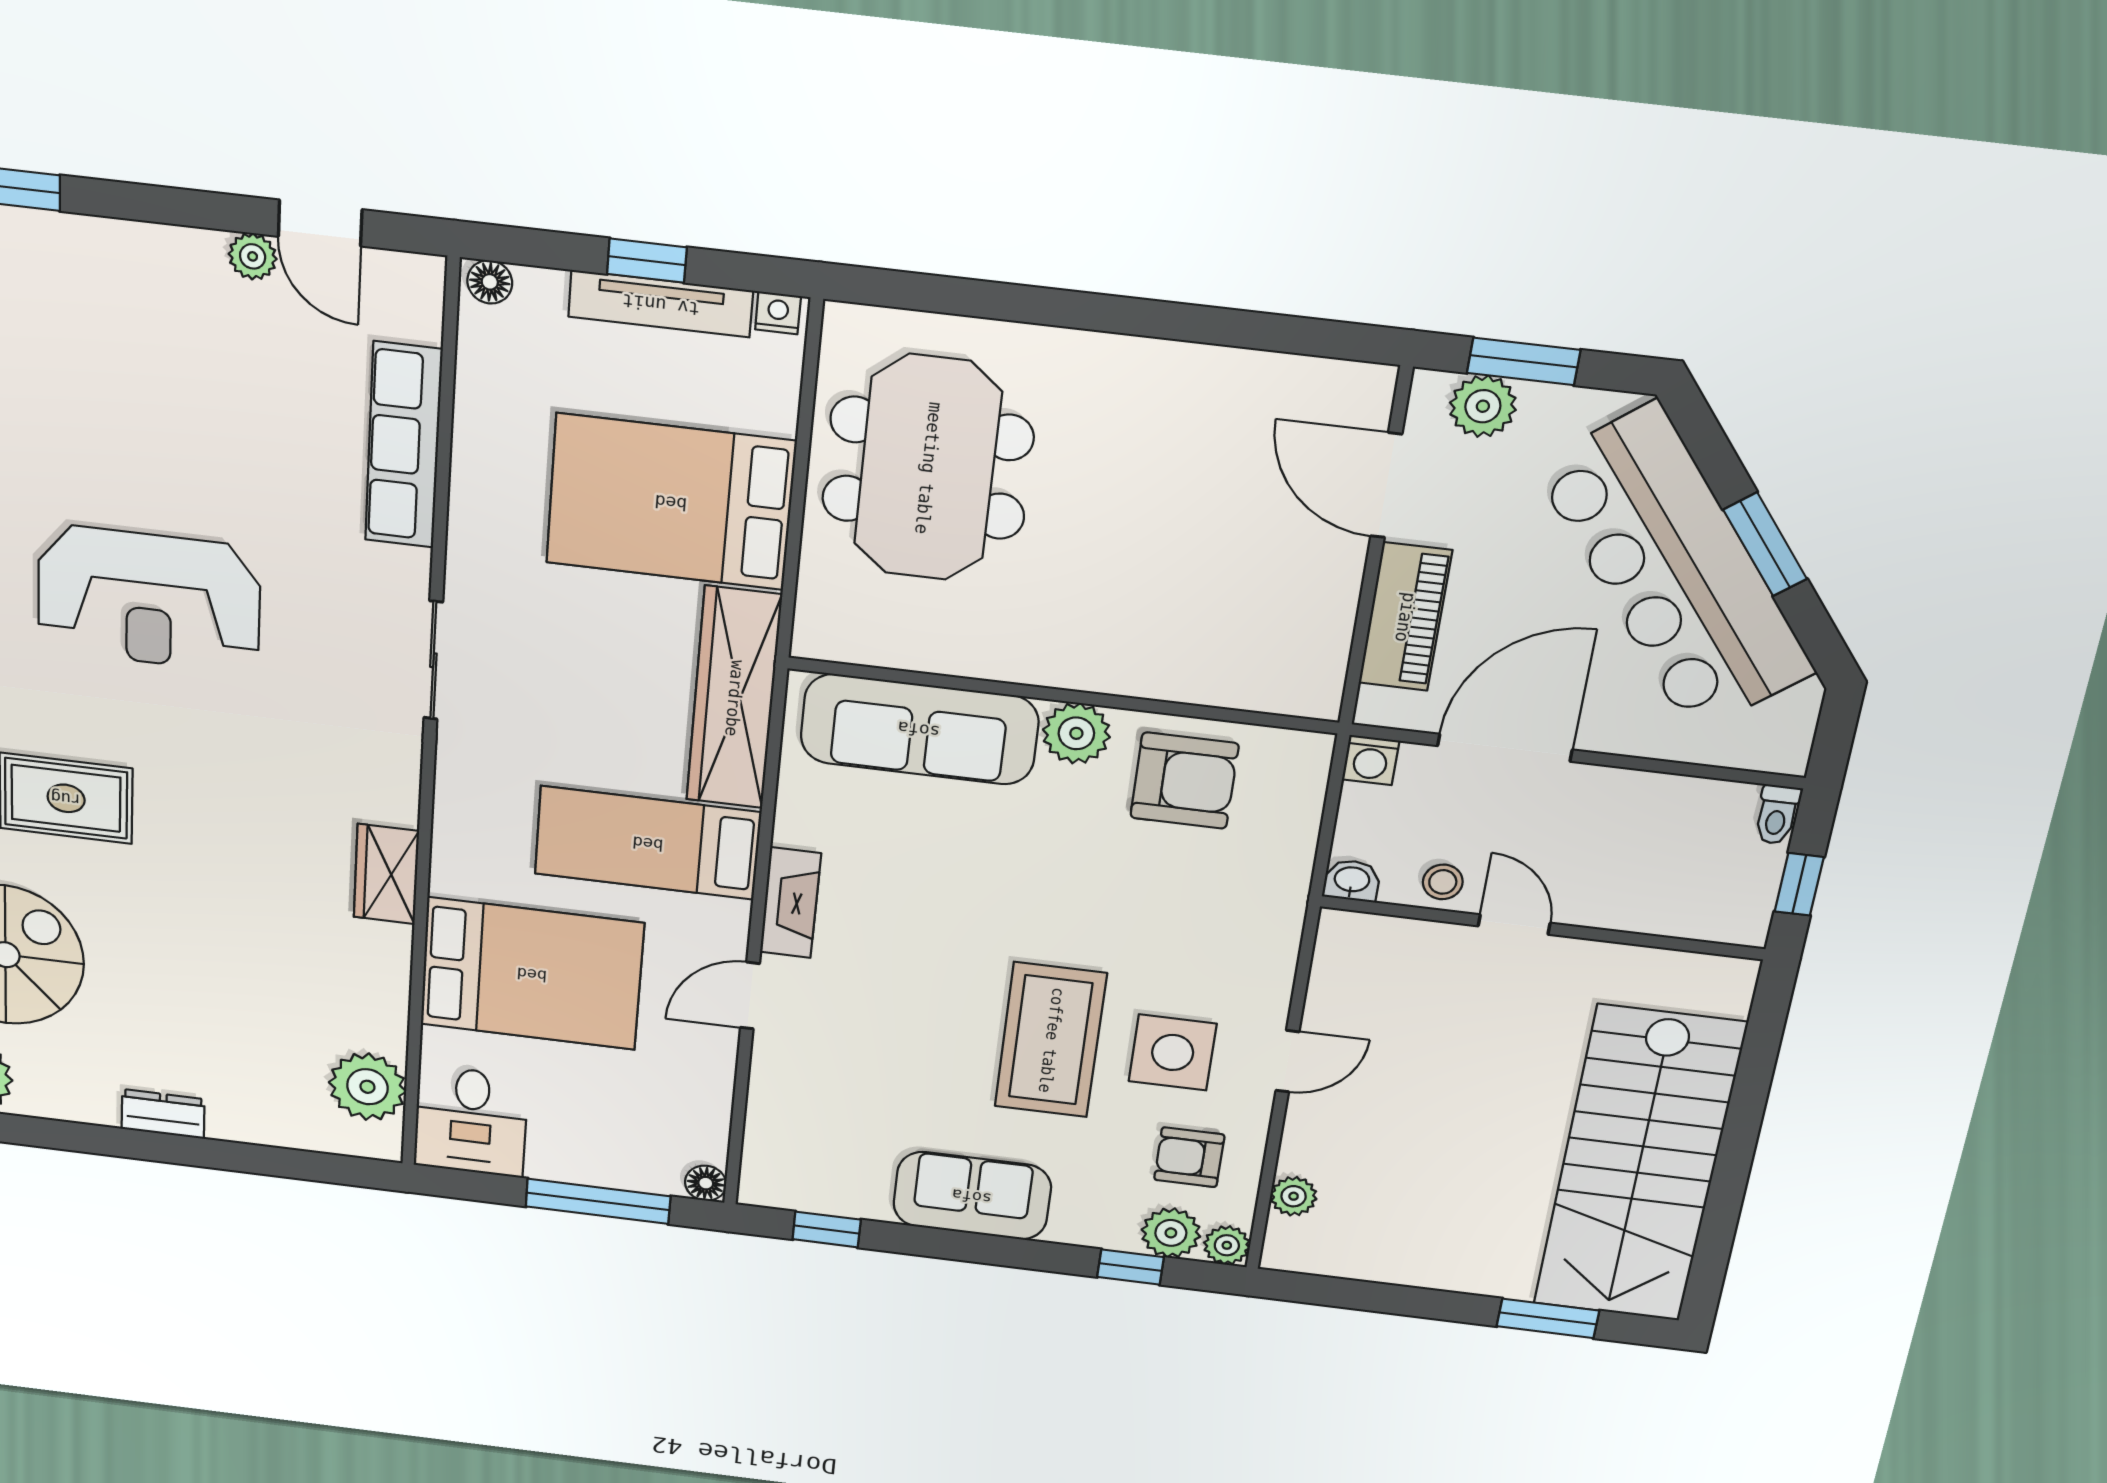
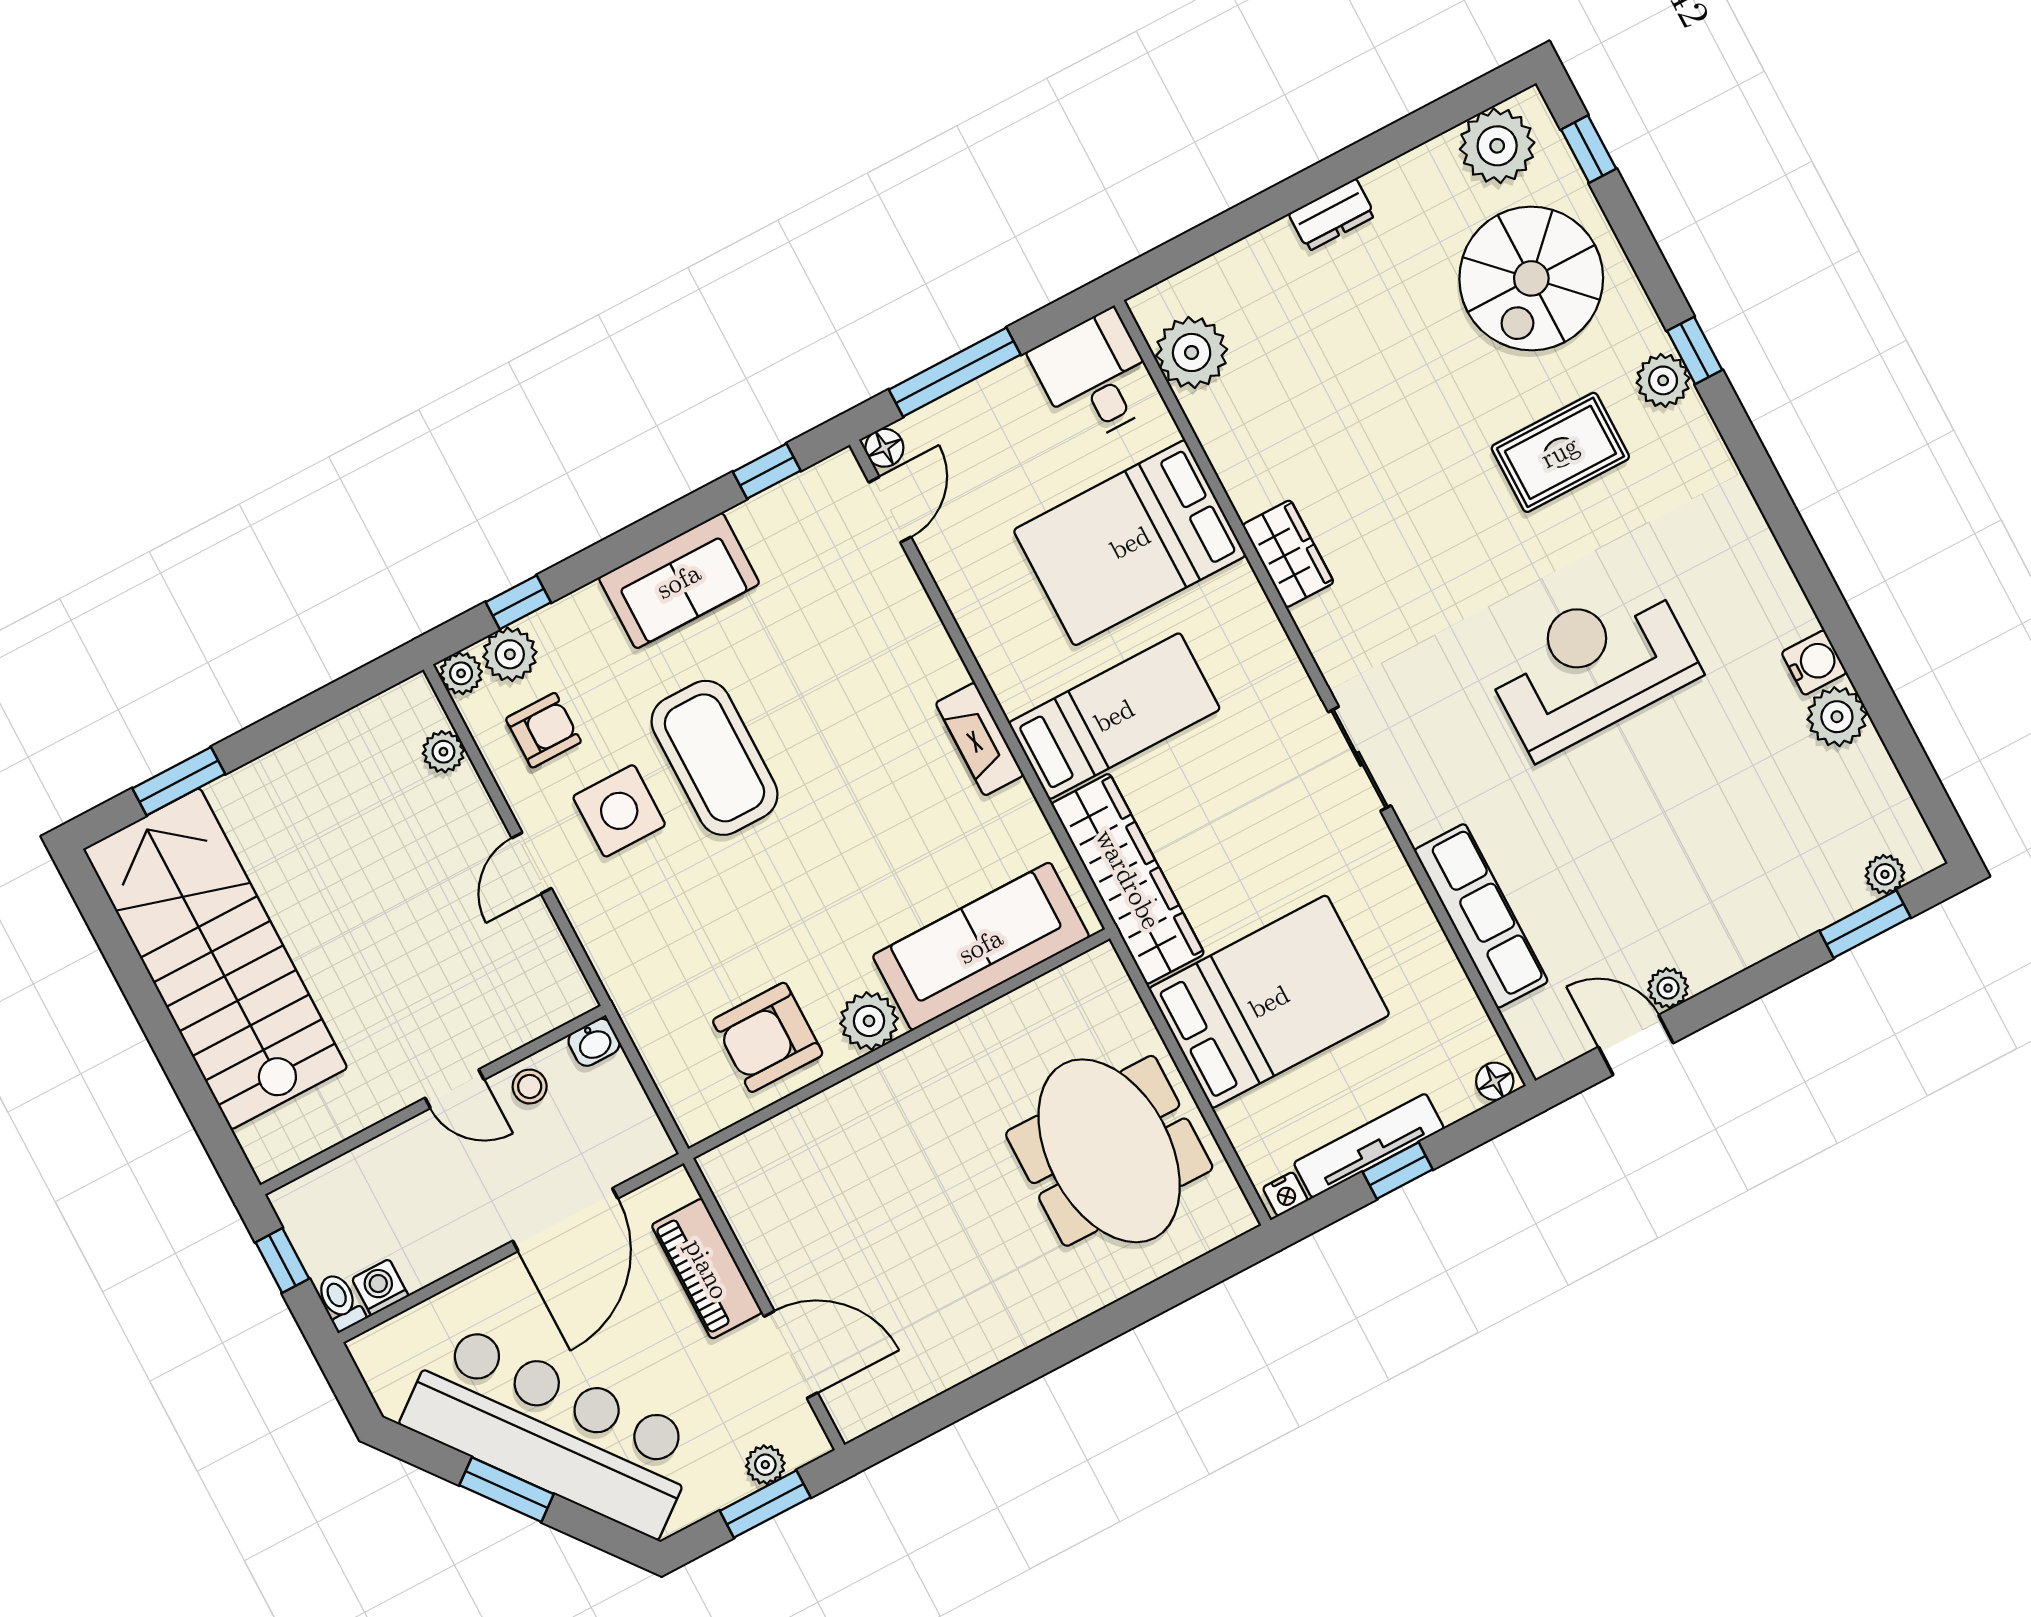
plant: (1483, 406) -> (765, 1465), width x0.73, depth x0.73
washing machine: (1371, 760) -> (380, 1287), moved
door: (750, 996) -> (890, 510), moved

